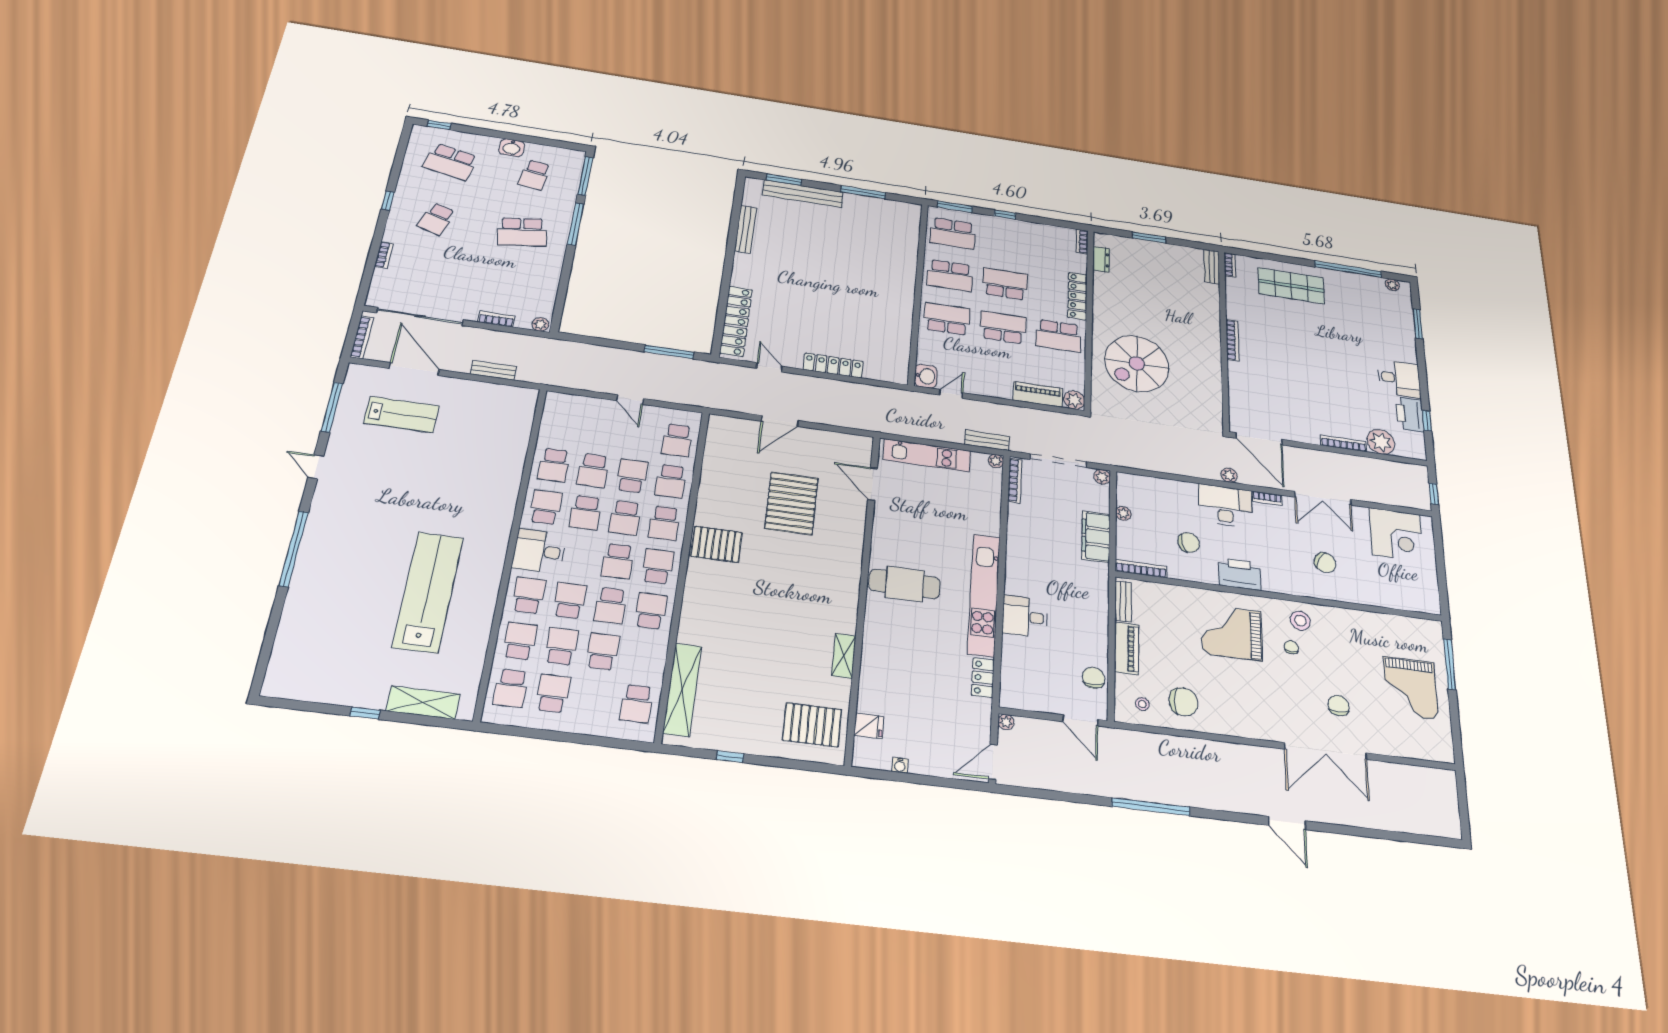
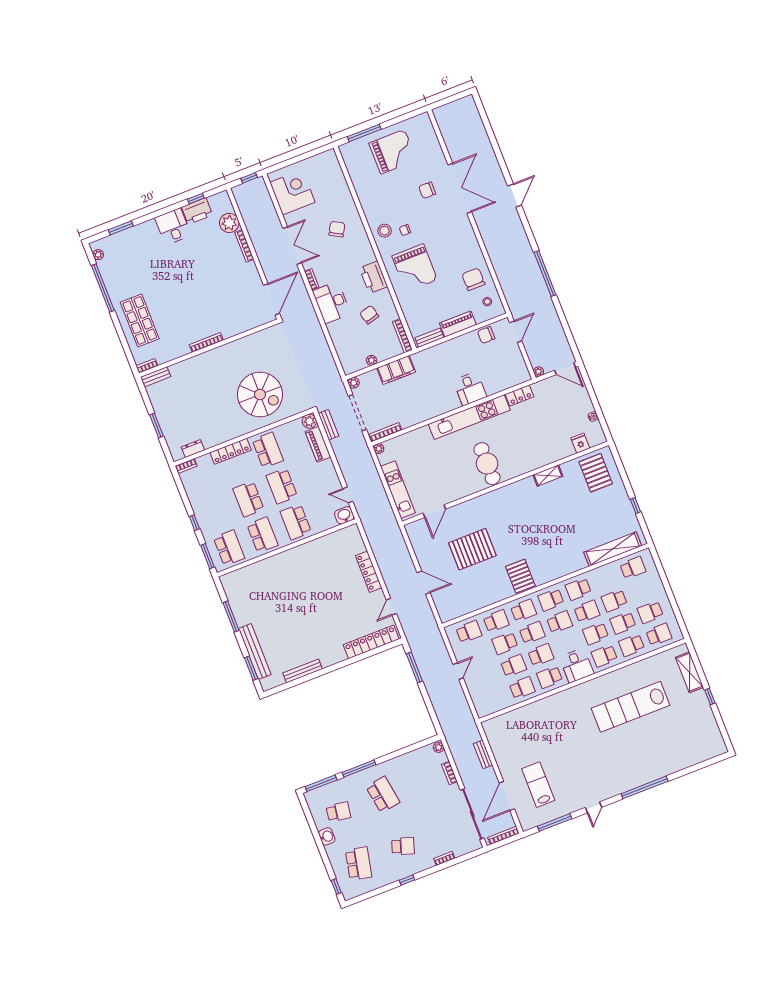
bench: (987, 440) -> (328, 425), moved
plant: (1229, 475) -> (309, 308), removed

